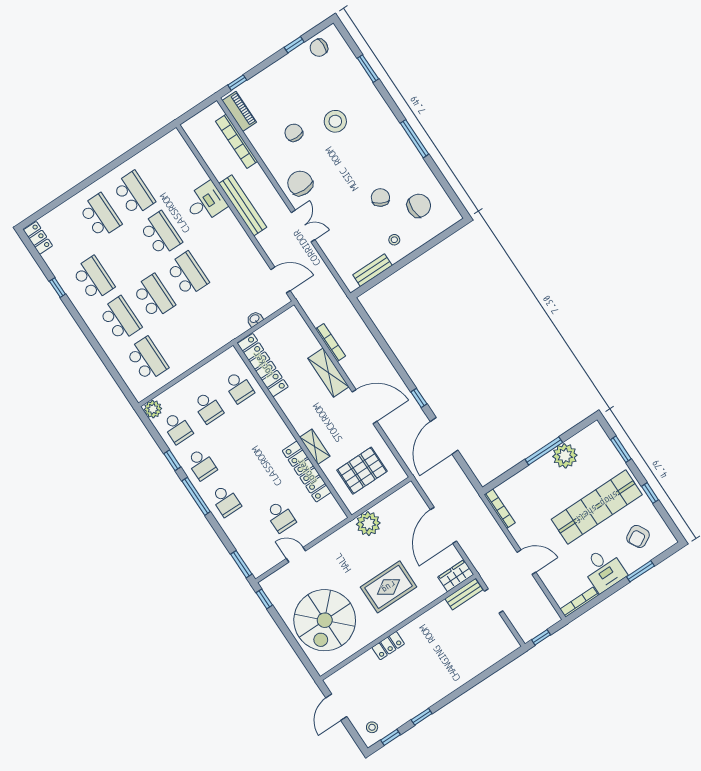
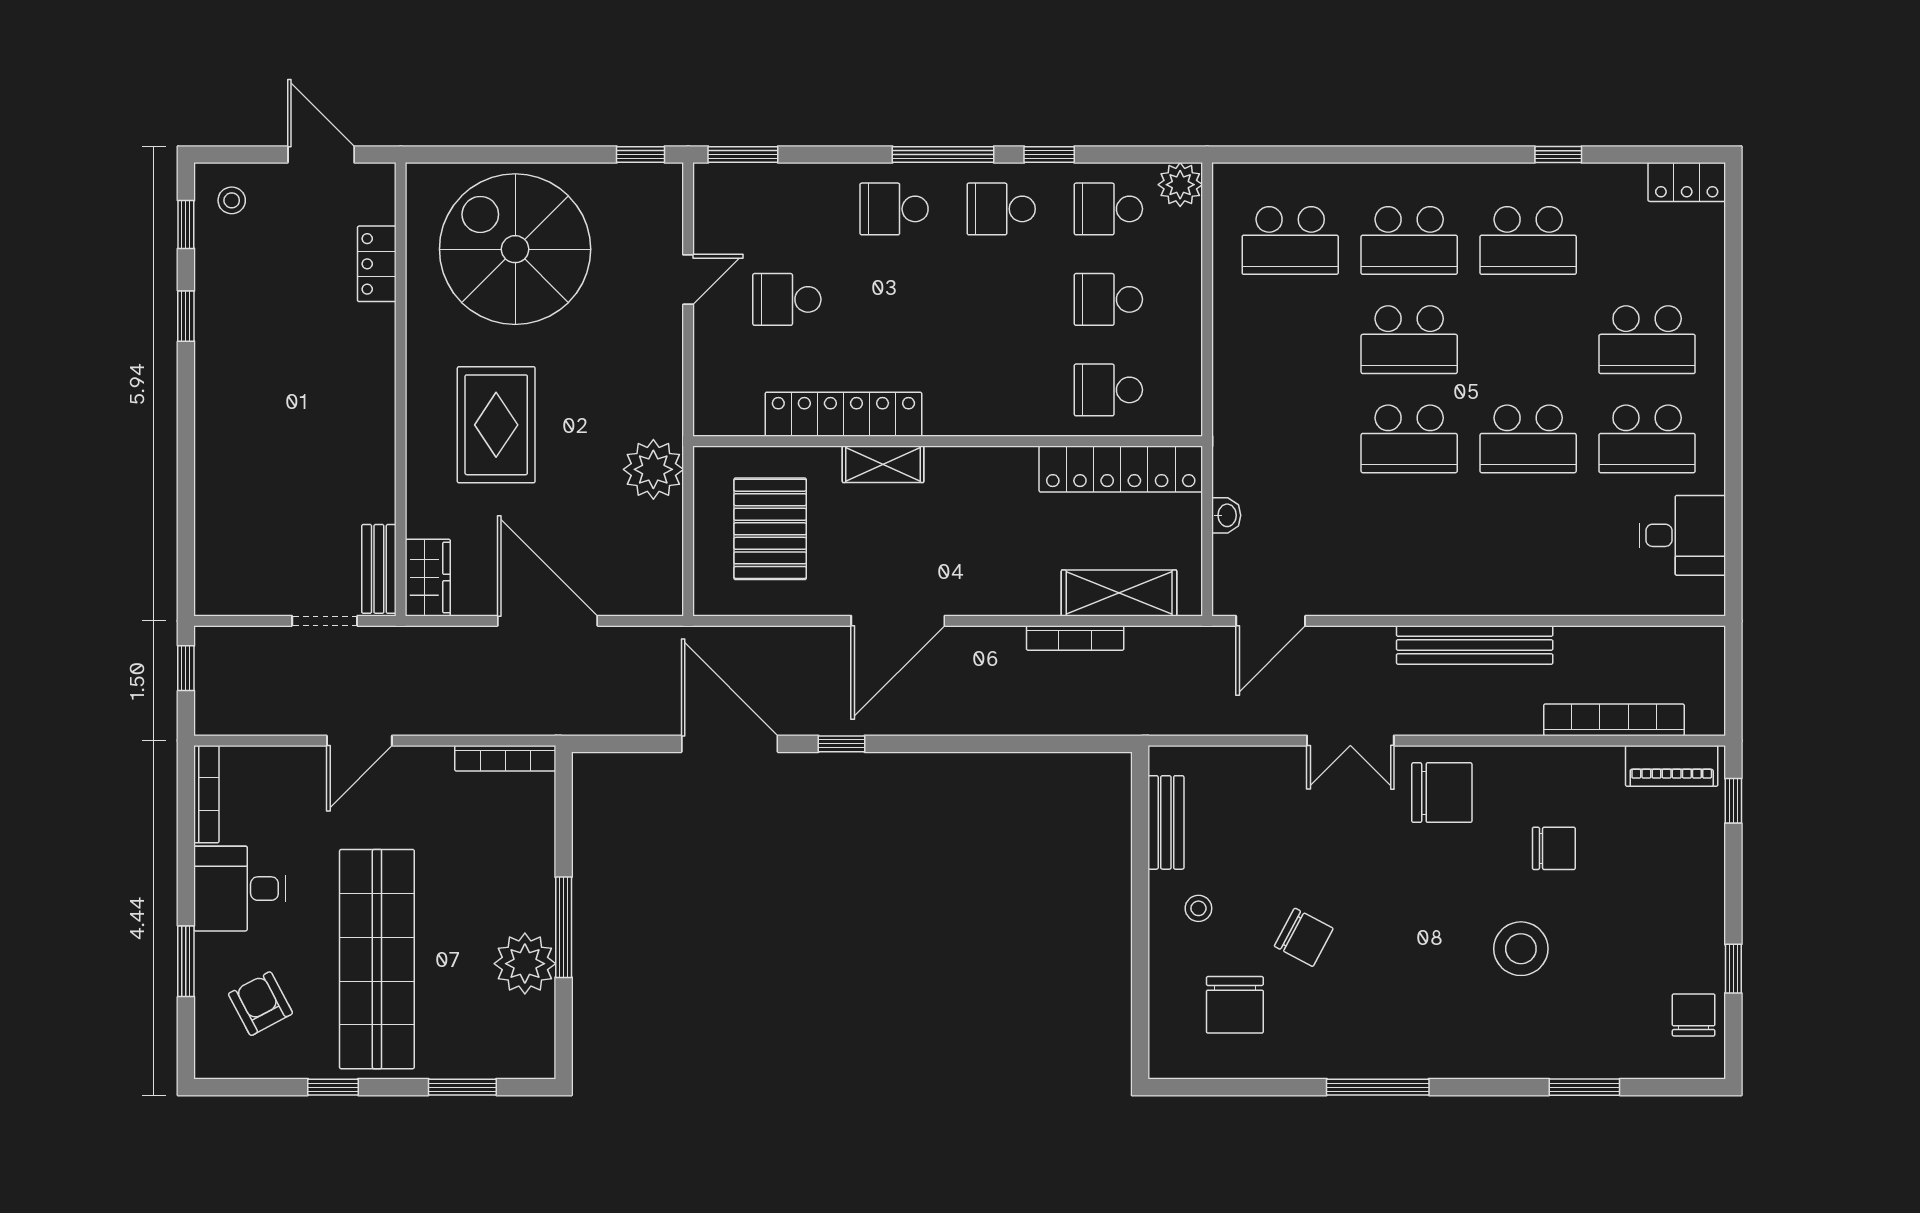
desk: (205, 202) -> (1682, 535), moved, turned -90
shelving: (328, 373) -> (1119, 593), moved
locker: (388, 646) -> (377, 264), moved

